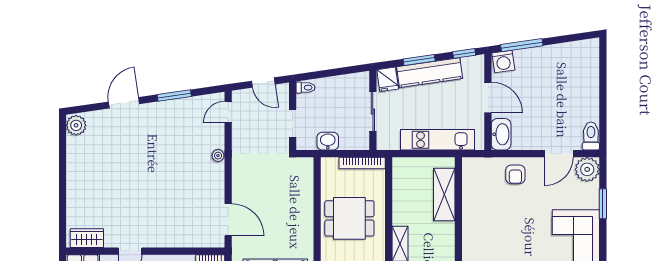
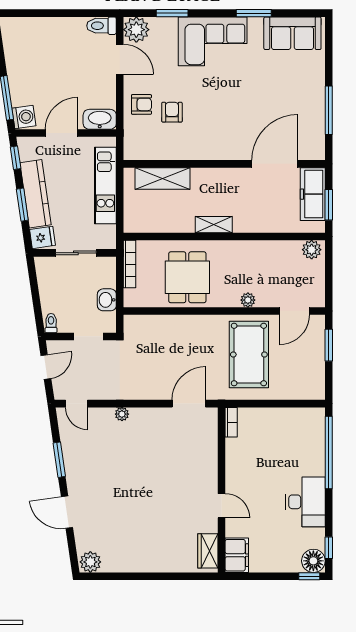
armchair: (508, 204) -> (172, 112), added

